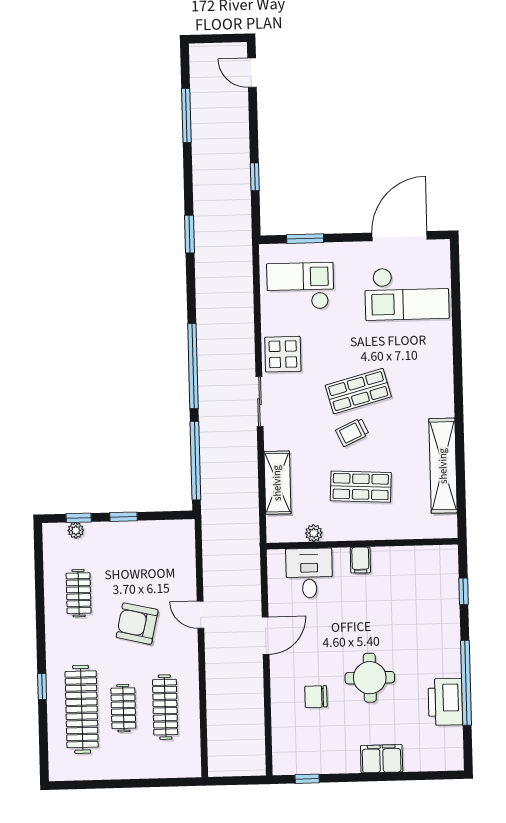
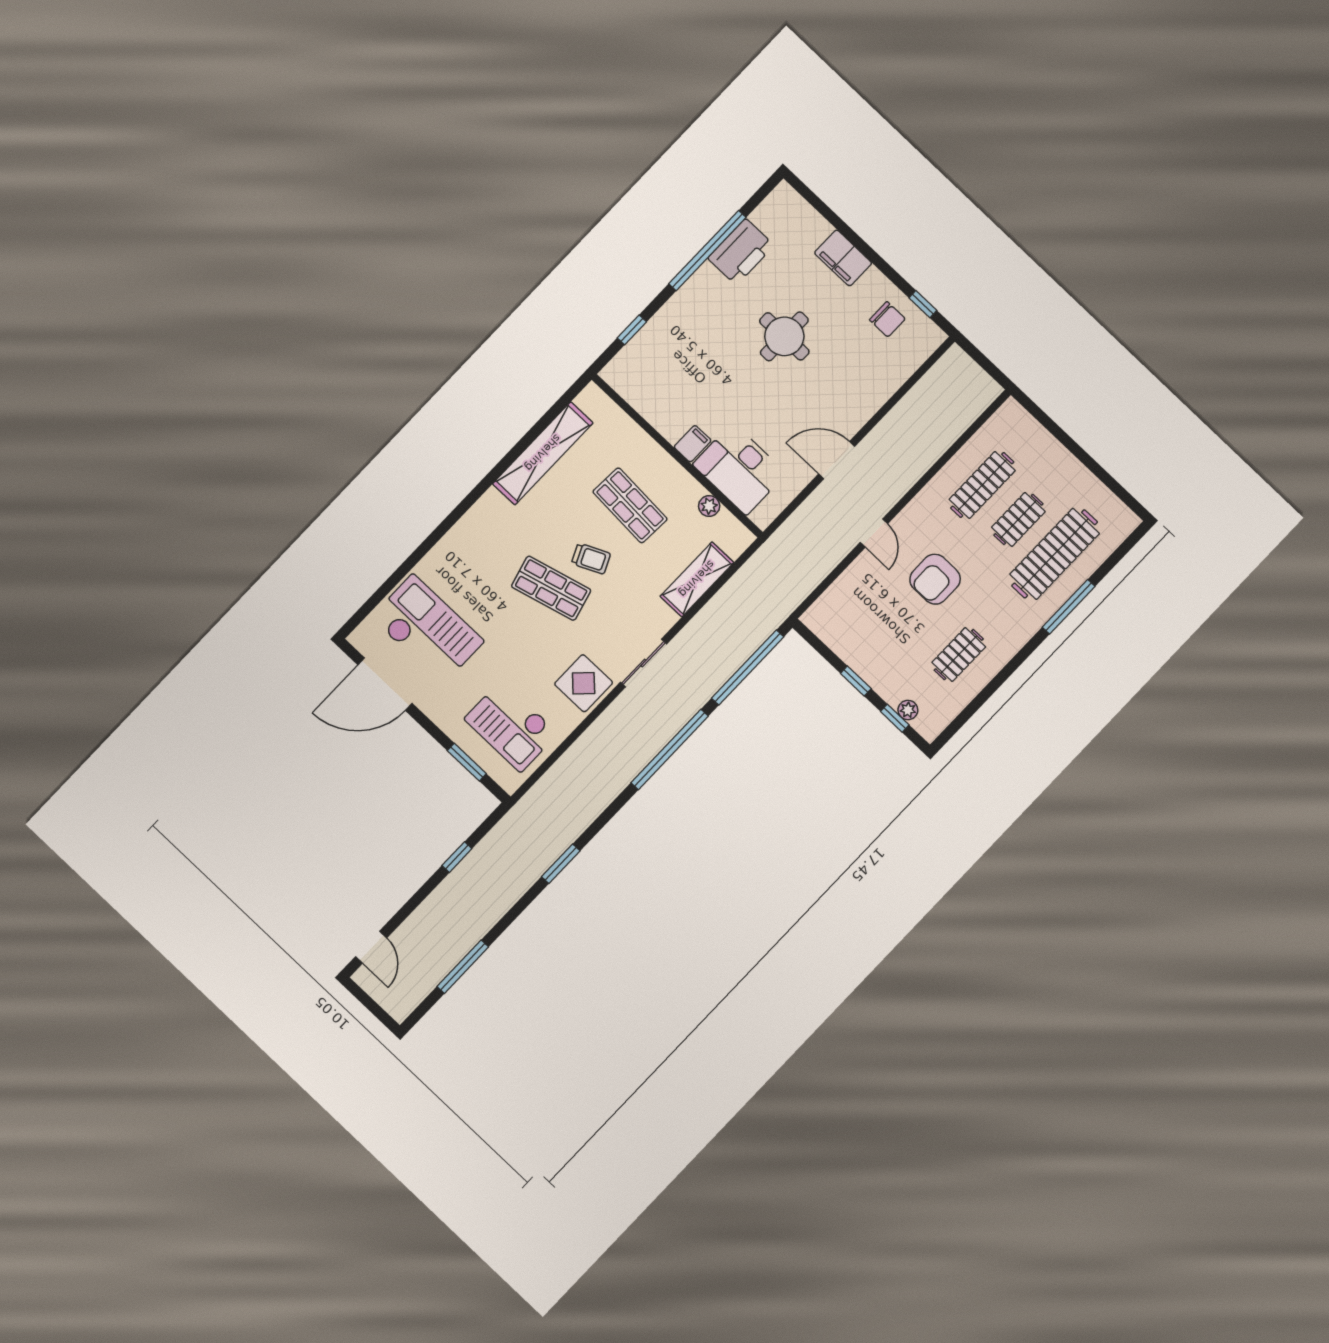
desk: (309, 573) -> (739, 469), width x1.37
armchair: (137, 624) -> (935, 579), turned 77
window: (42, 686) -> (1069, 607), width x2.17
chair: (316, 697) -> (887, 319), moved

